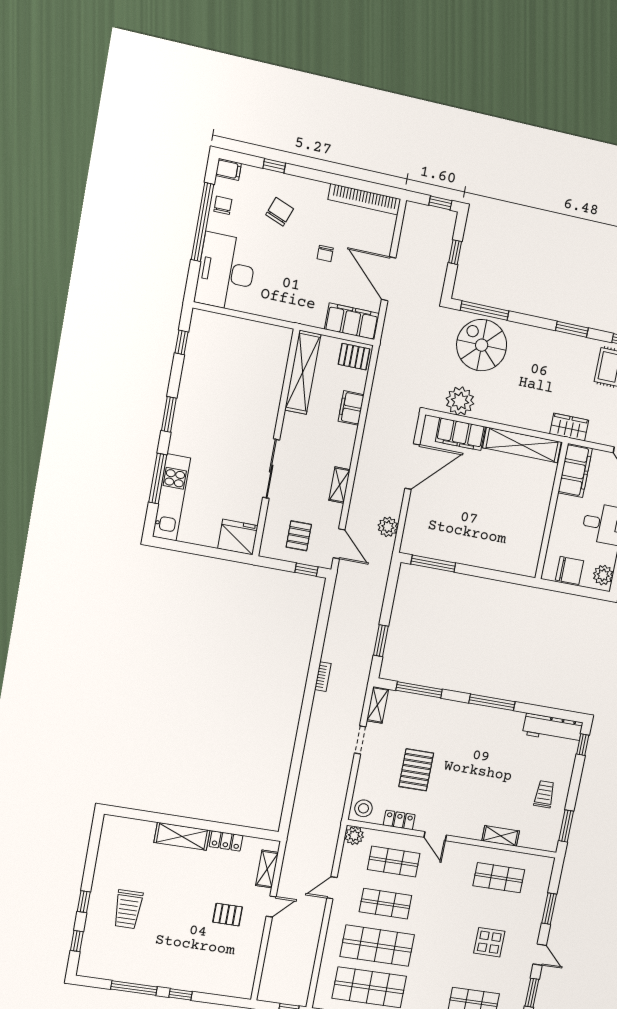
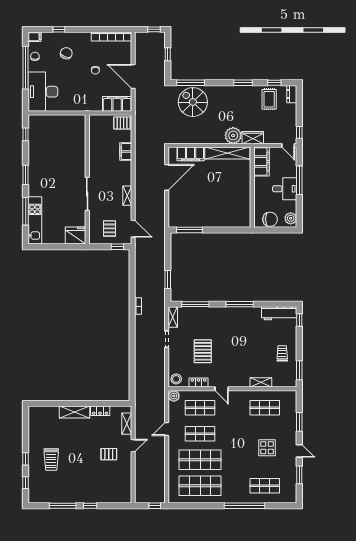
shelving: (303, 372) -> (95, 137), removed
plant: (460, 401) -> (233, 135), moved
plant: (388, 527) -> (159, 214), removed

